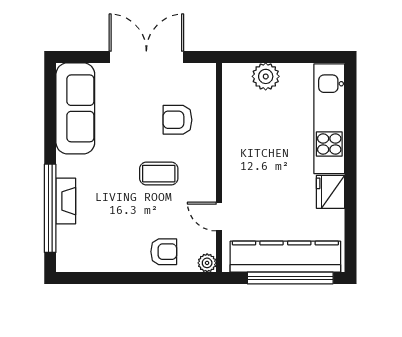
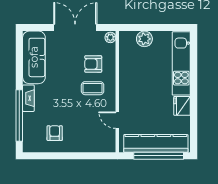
coffee table: (159, 174) -> (93, 88), moved
fireplace: (66, 201) -> (28, 98), moved
armchair: (164, 252) -> (55, 133), moved, turned -90
plant: (207, 263) -> (110, 37), moved

